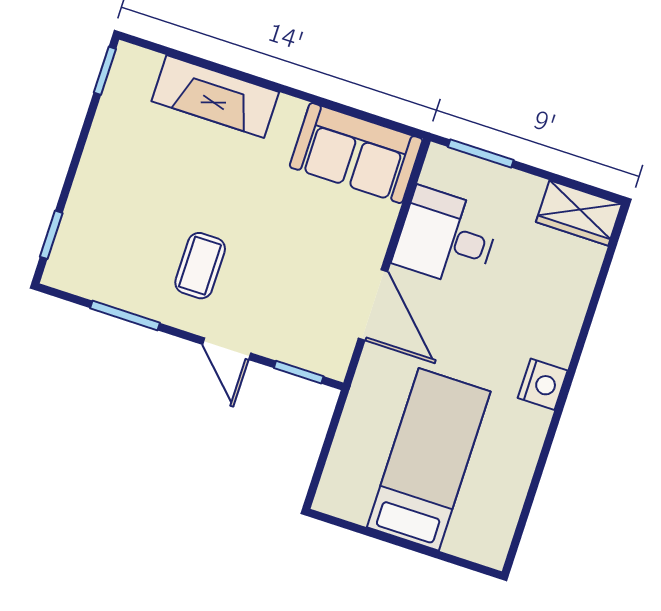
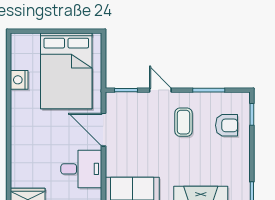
armchair: (112, 229) -> (227, 125), added
nightstand: (543, 384) -> (19, 80), moved
bed: (429, 459) -> (66, 71), width x1.50

